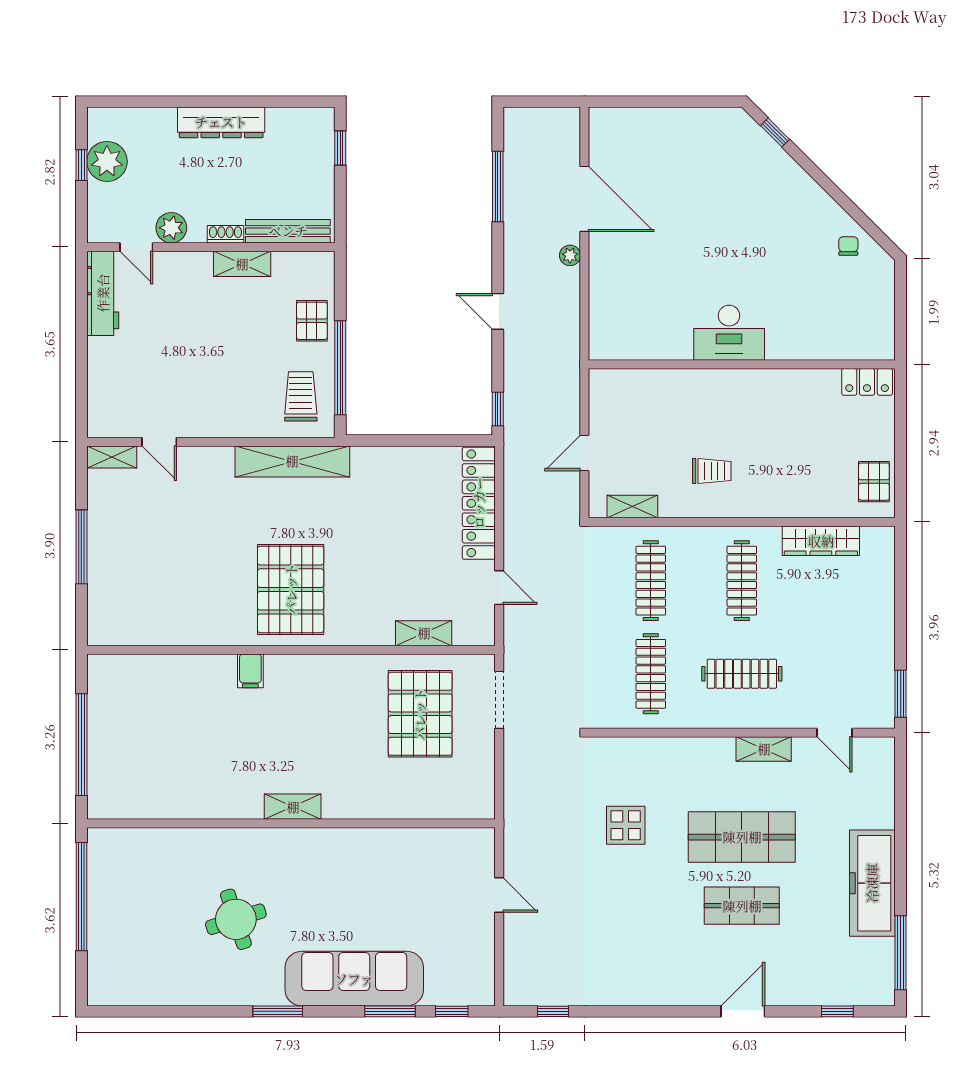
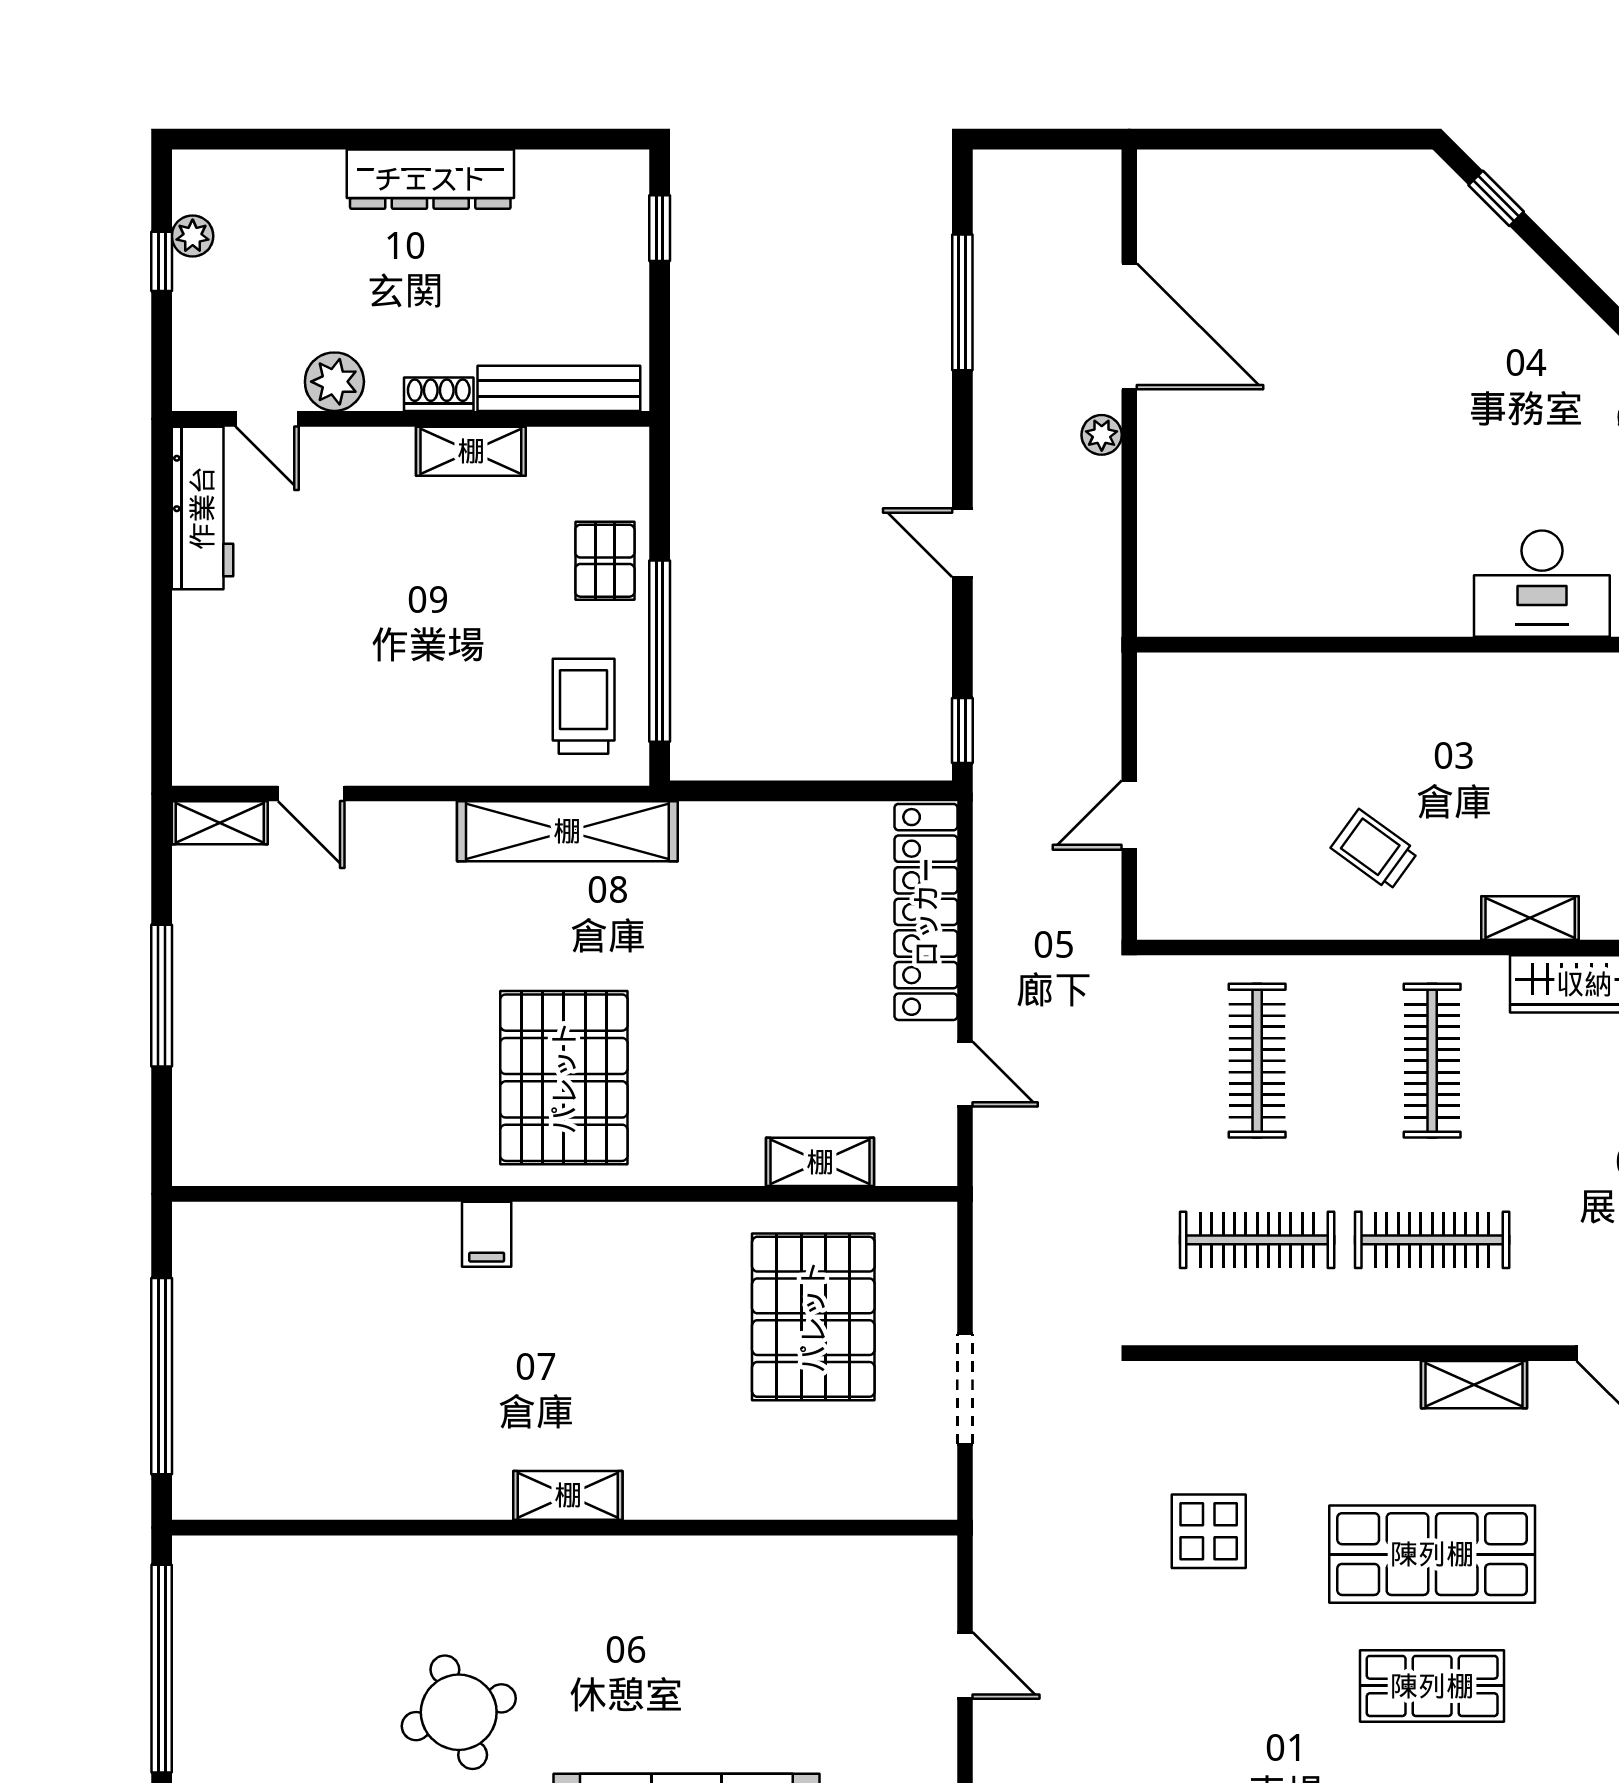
plant: (107, 161) -> (193, 236), width x0.53, depth x0.53
desk: (729, 333) -> (1542, 584), moved
trolley: (712, 471) -> (1374, 850), turned -144
shelving: (632, 506) -> (1530, 918), moved
clothes rail: (651, 674) -> (1257, 1240), turned 90
doorway: (499, 700) -> (965, 1389), moved

